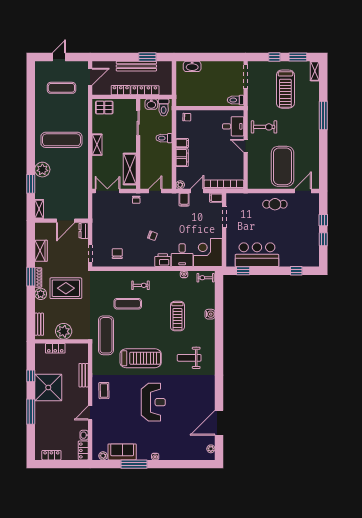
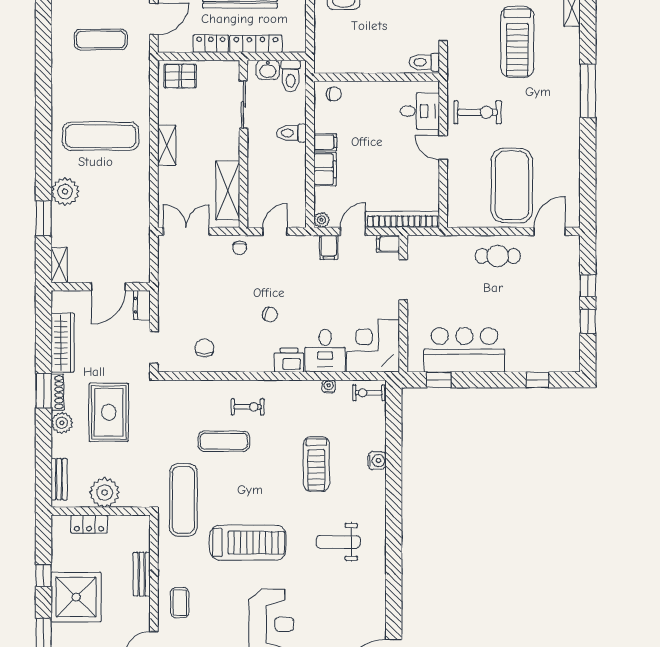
wardrobe: (41, 251) -> (63, 343), width x1.50
rug: (66, 288) -> (109, 412), turned 90

